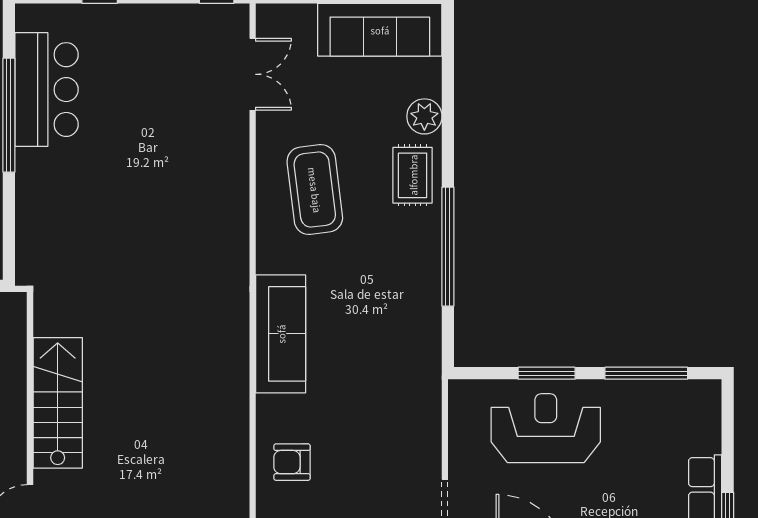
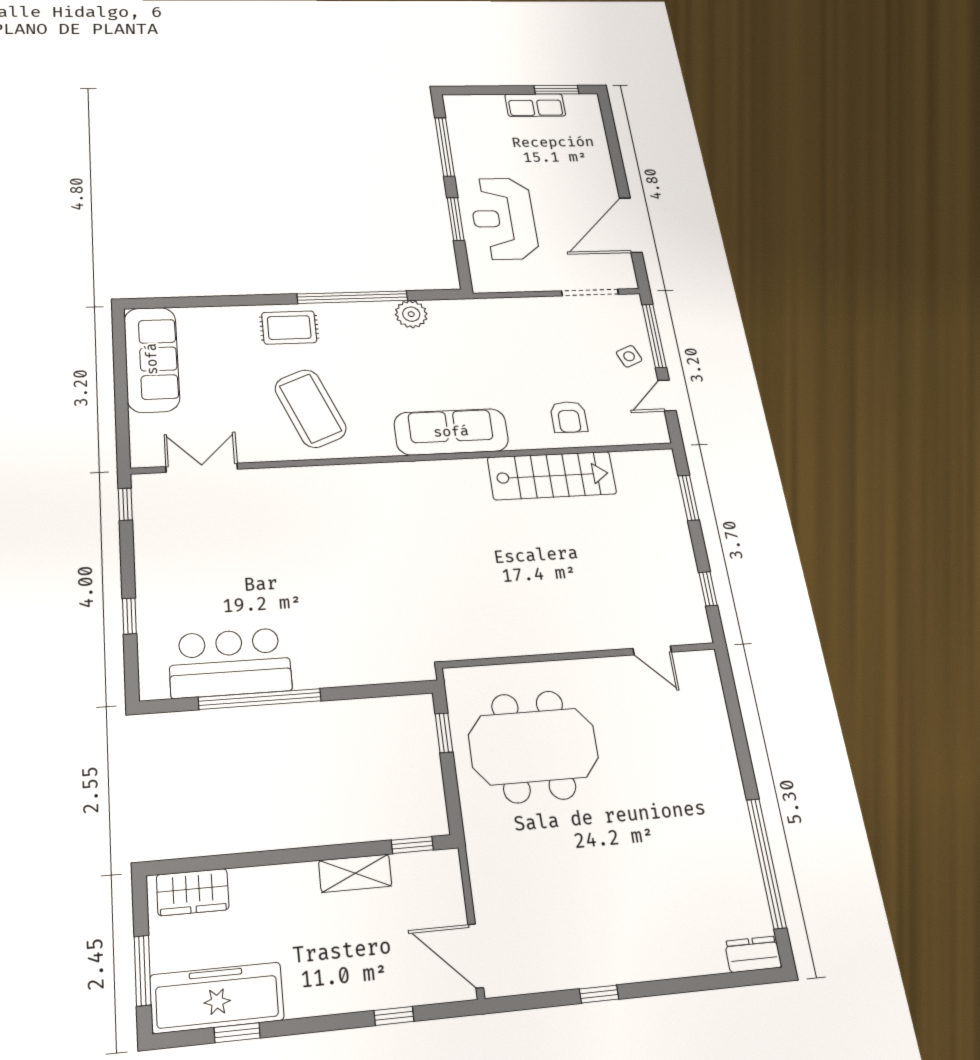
plant: (424, 116) -> (411, 314), moved
coffee table: (315, 190) -> (310, 408), turned 75
stairs: (58, 403) -> (552, 476), moved, turned 180

